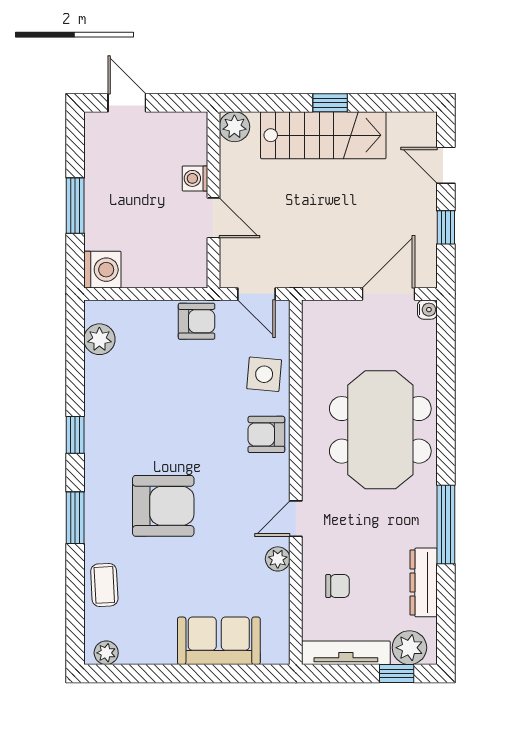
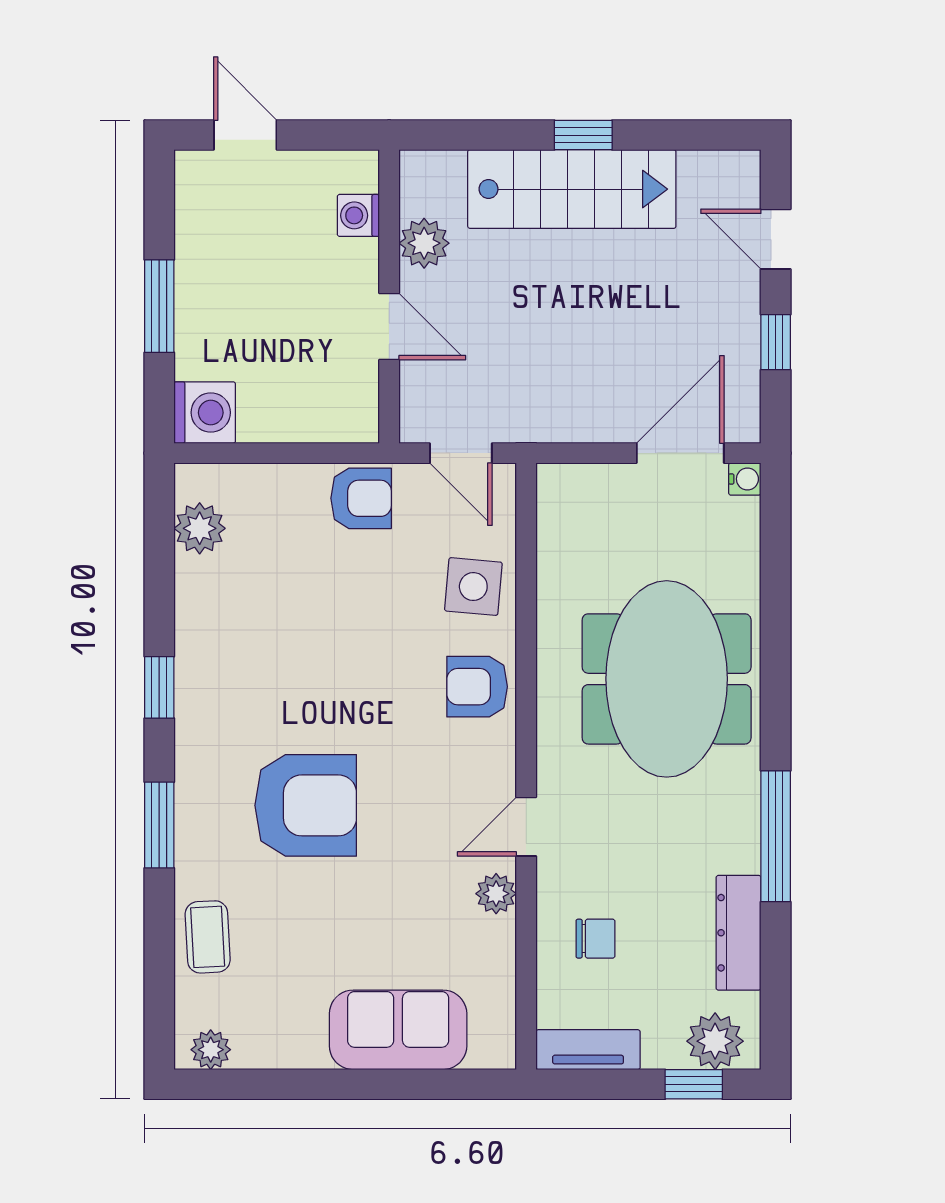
plant: (234, 127) -> (424, 243), moved
washing machine: (195, 178) -> (358, 215), moved
tv unit: (346, 653) -> (588, 1050), width x0.71

